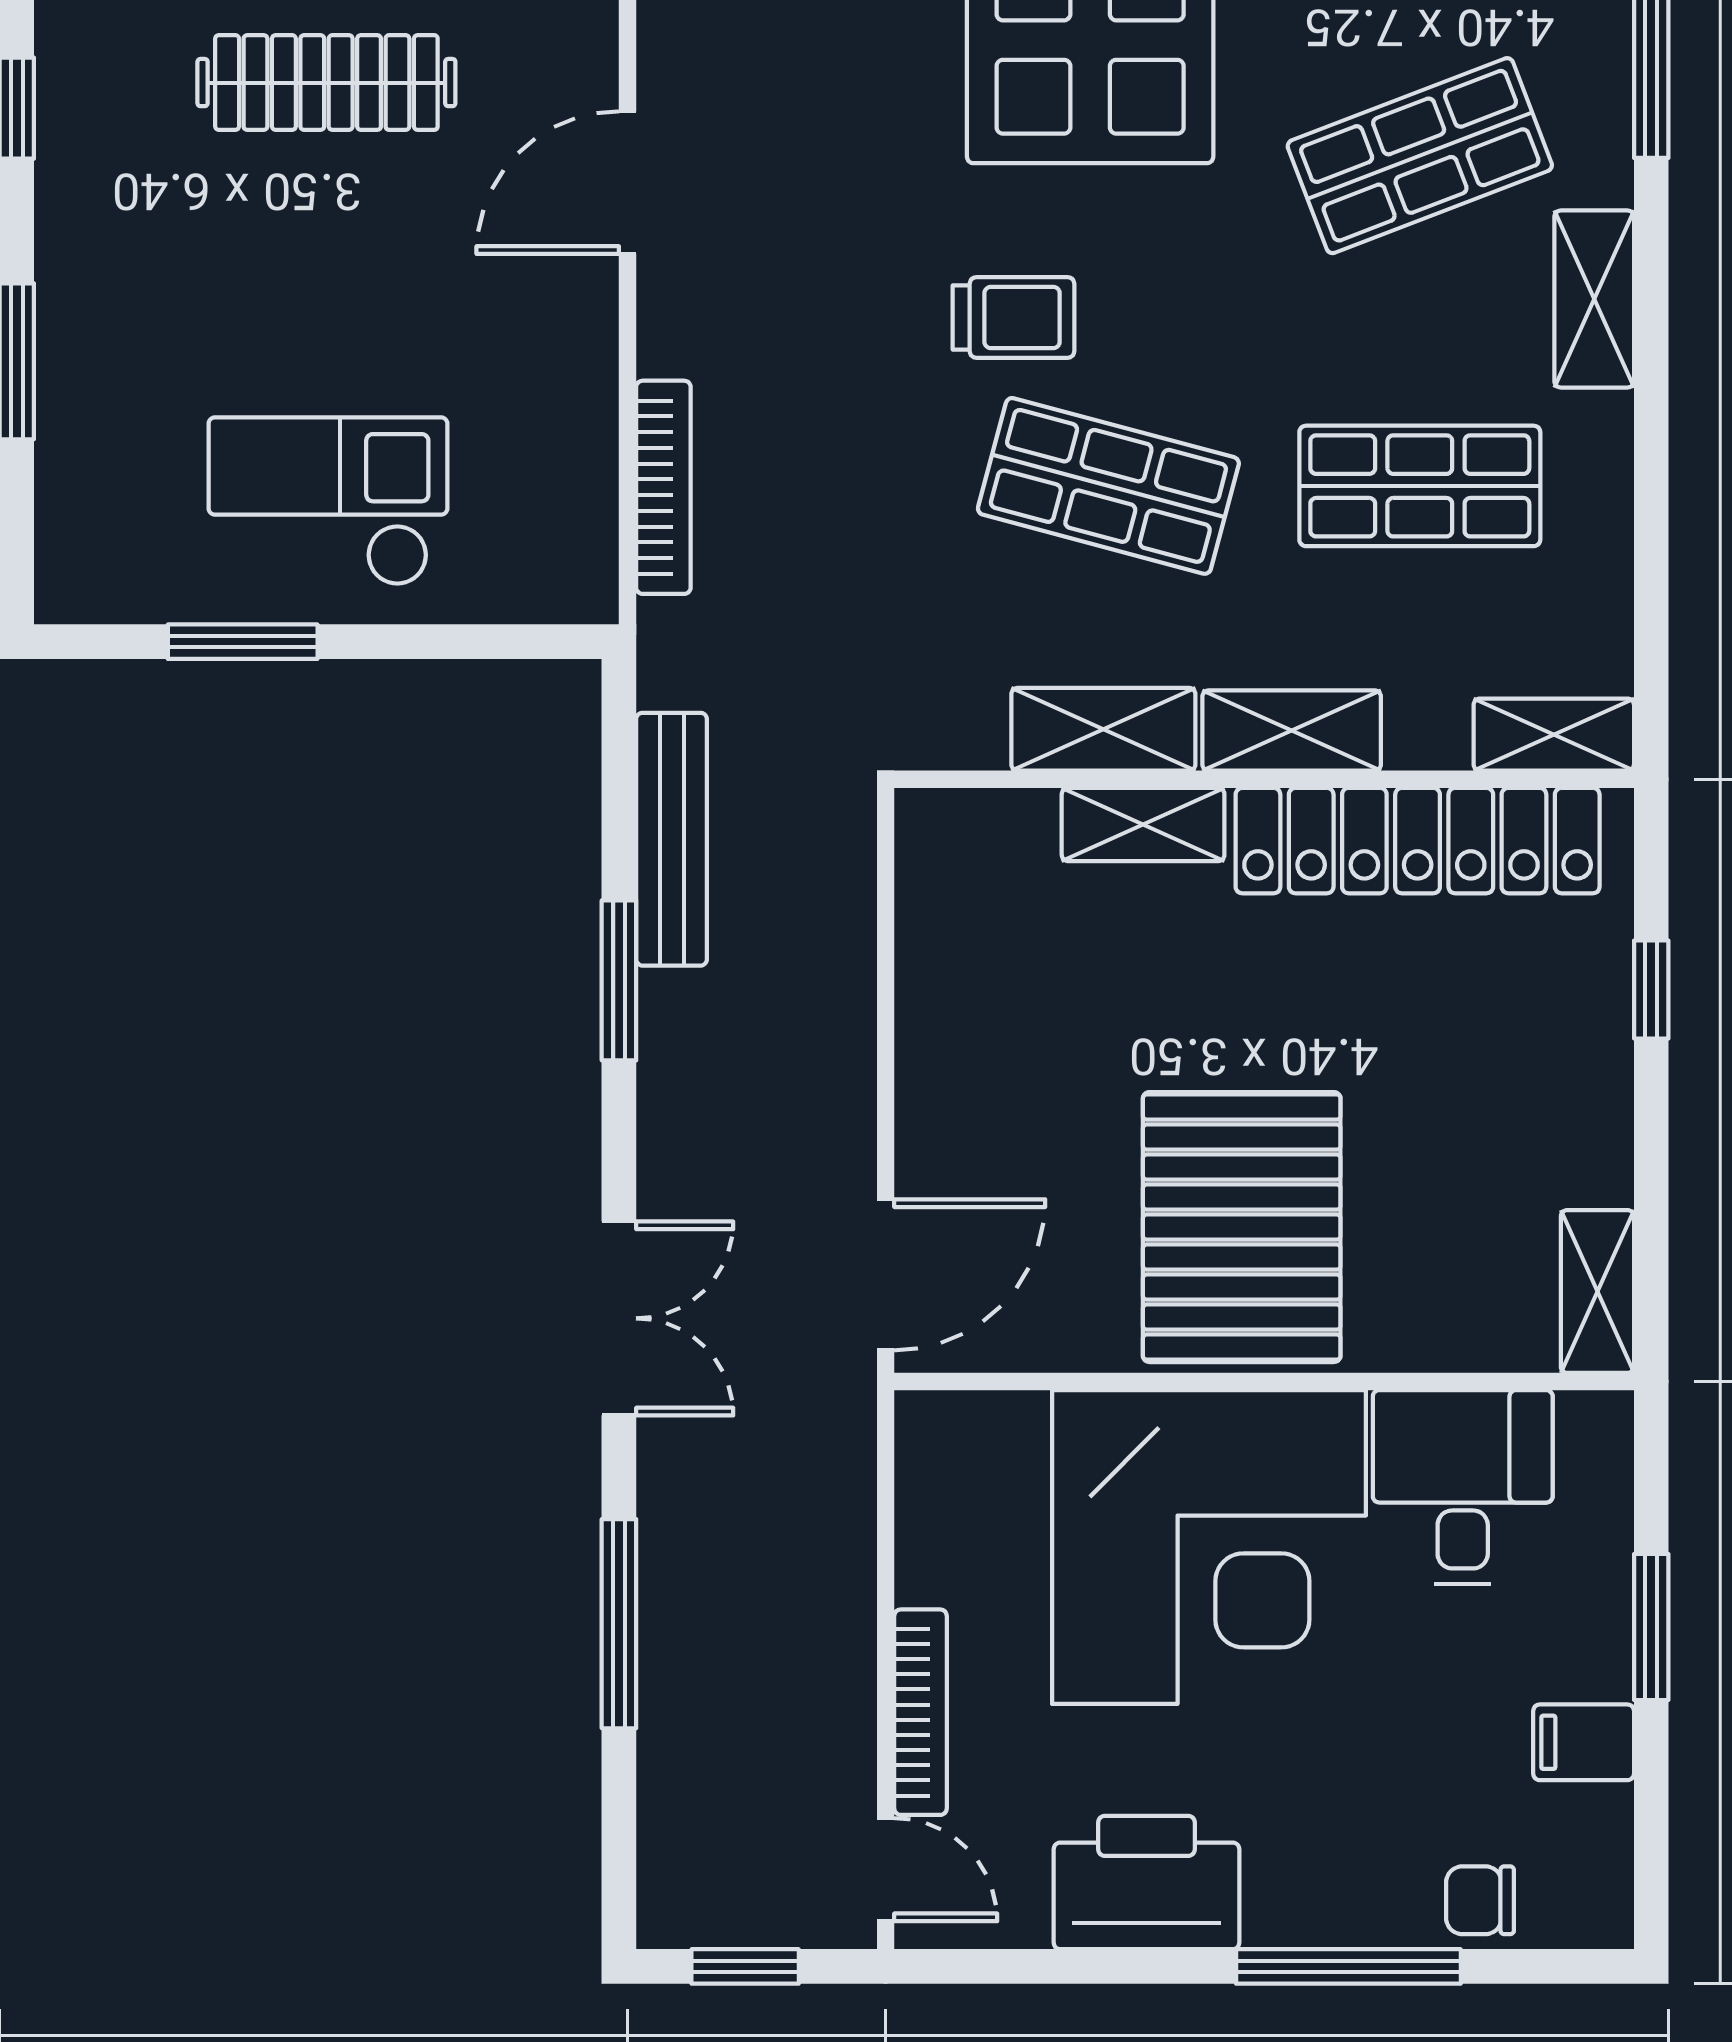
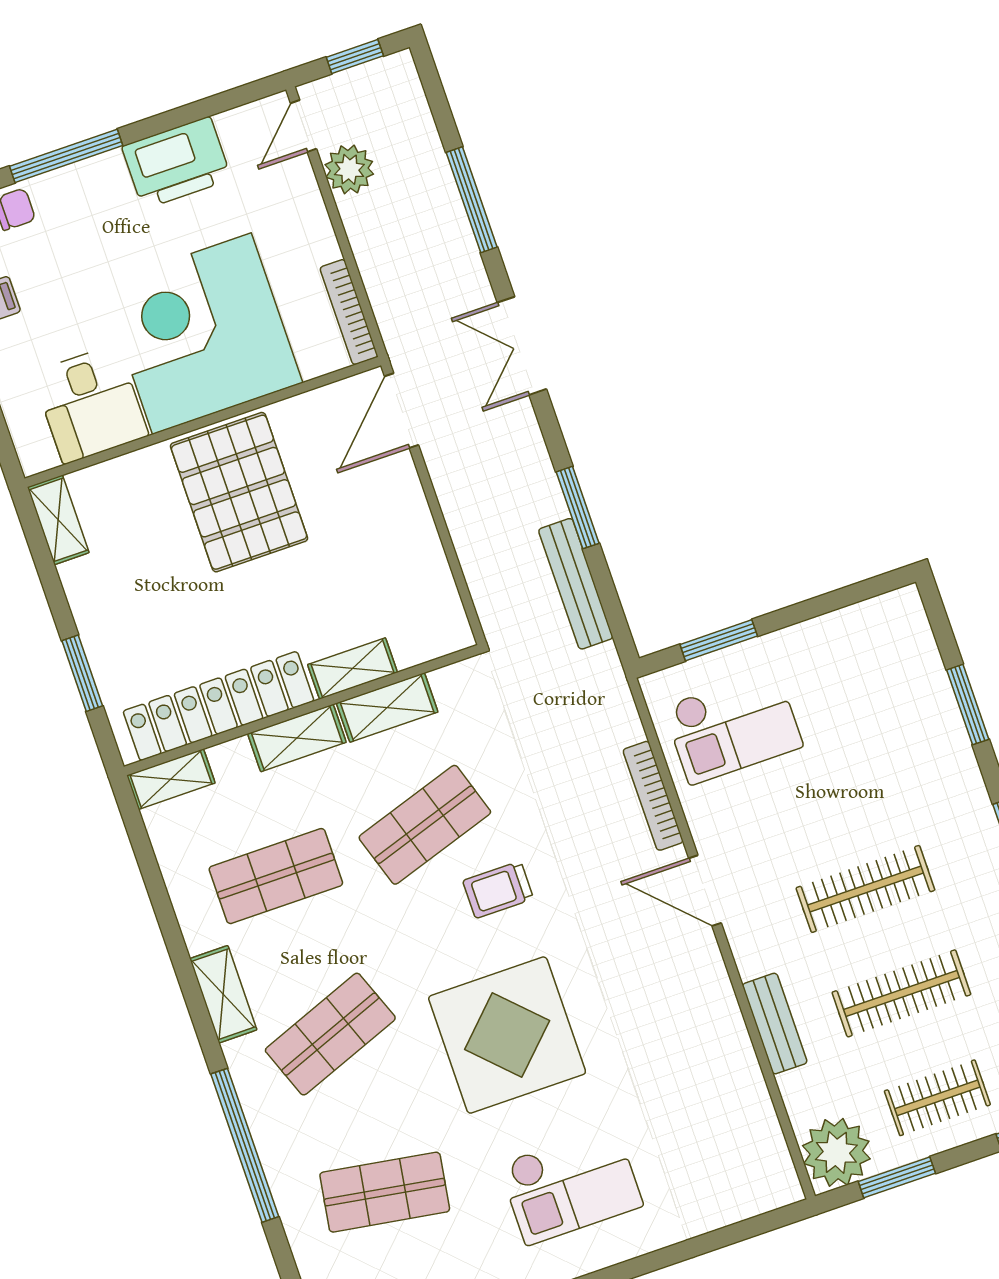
door: (628, 183) -> (705, 891), swing flipped
shop shelf: (1108, 486) -> (425, 825), turned -33
bookcase: (663, 487) -> (653, 796), moved
checkout: (328, 501) -> (733, 726), moved
window: (243, 642) -> (719, 640), moved
window: (1651, 989) -> (82, 673), width x1.50
bookcase: (921, 1712) -> (349, 312), moved
plant: (828, 1759) -> (349, 169), added
door: (886, 1870) -> (304, 126), hinge flipped

